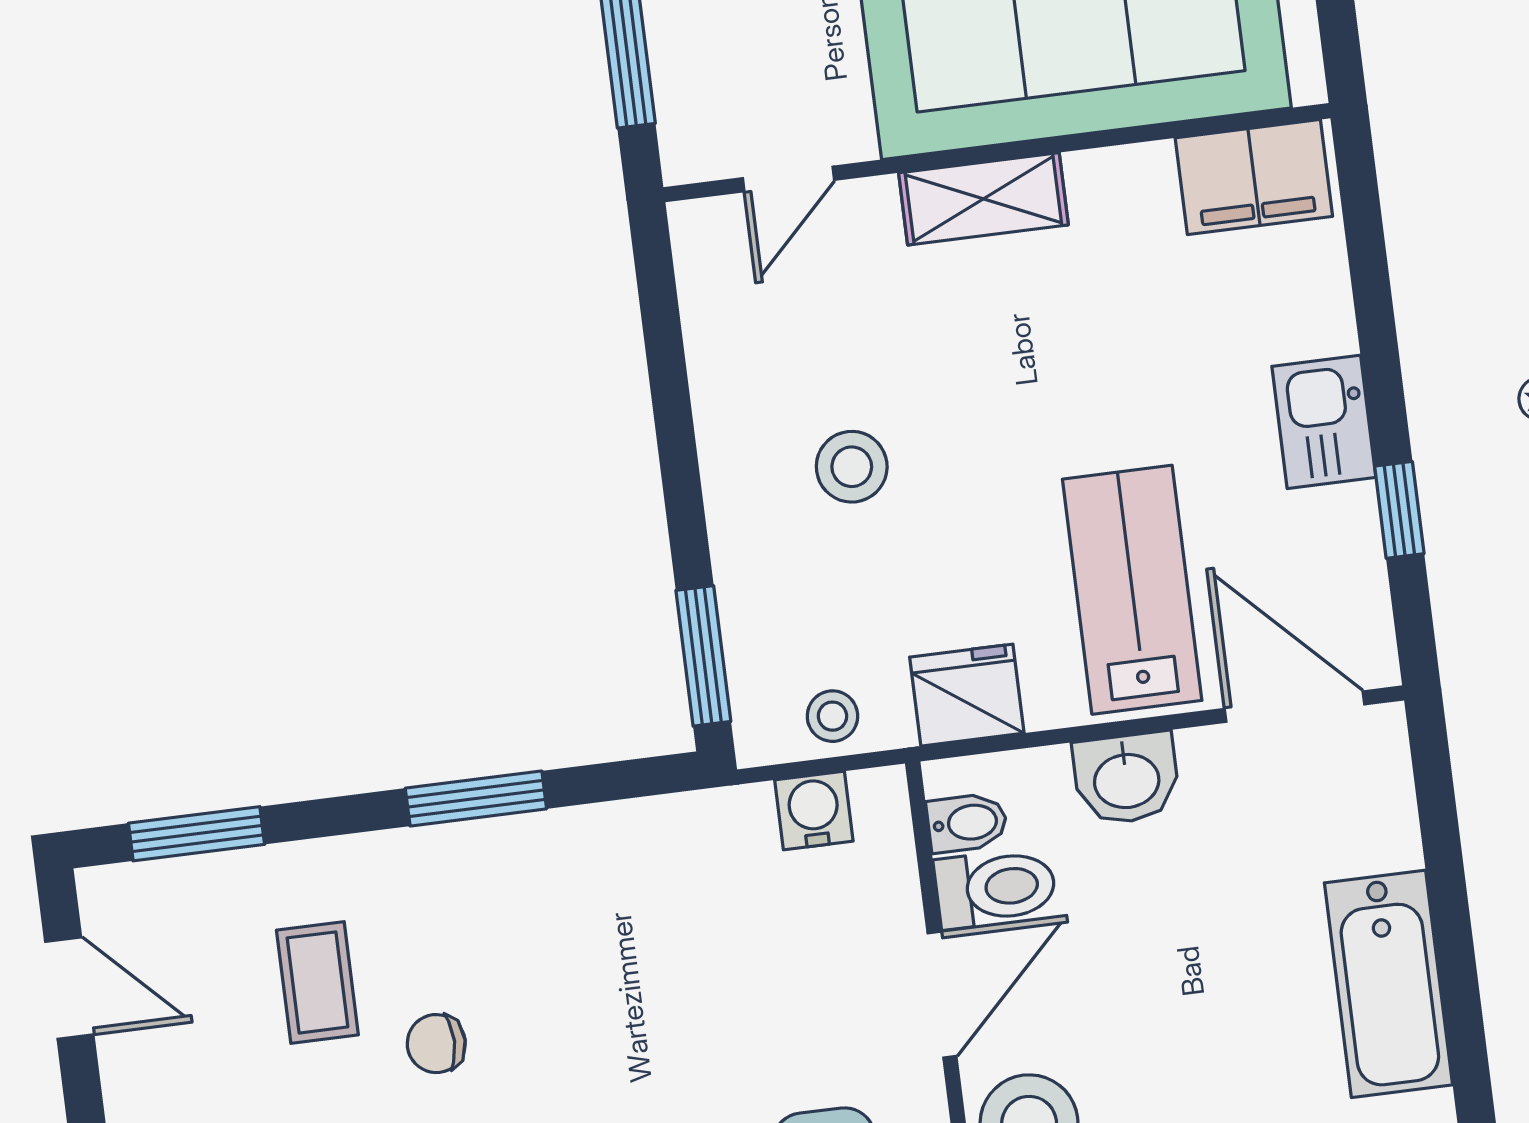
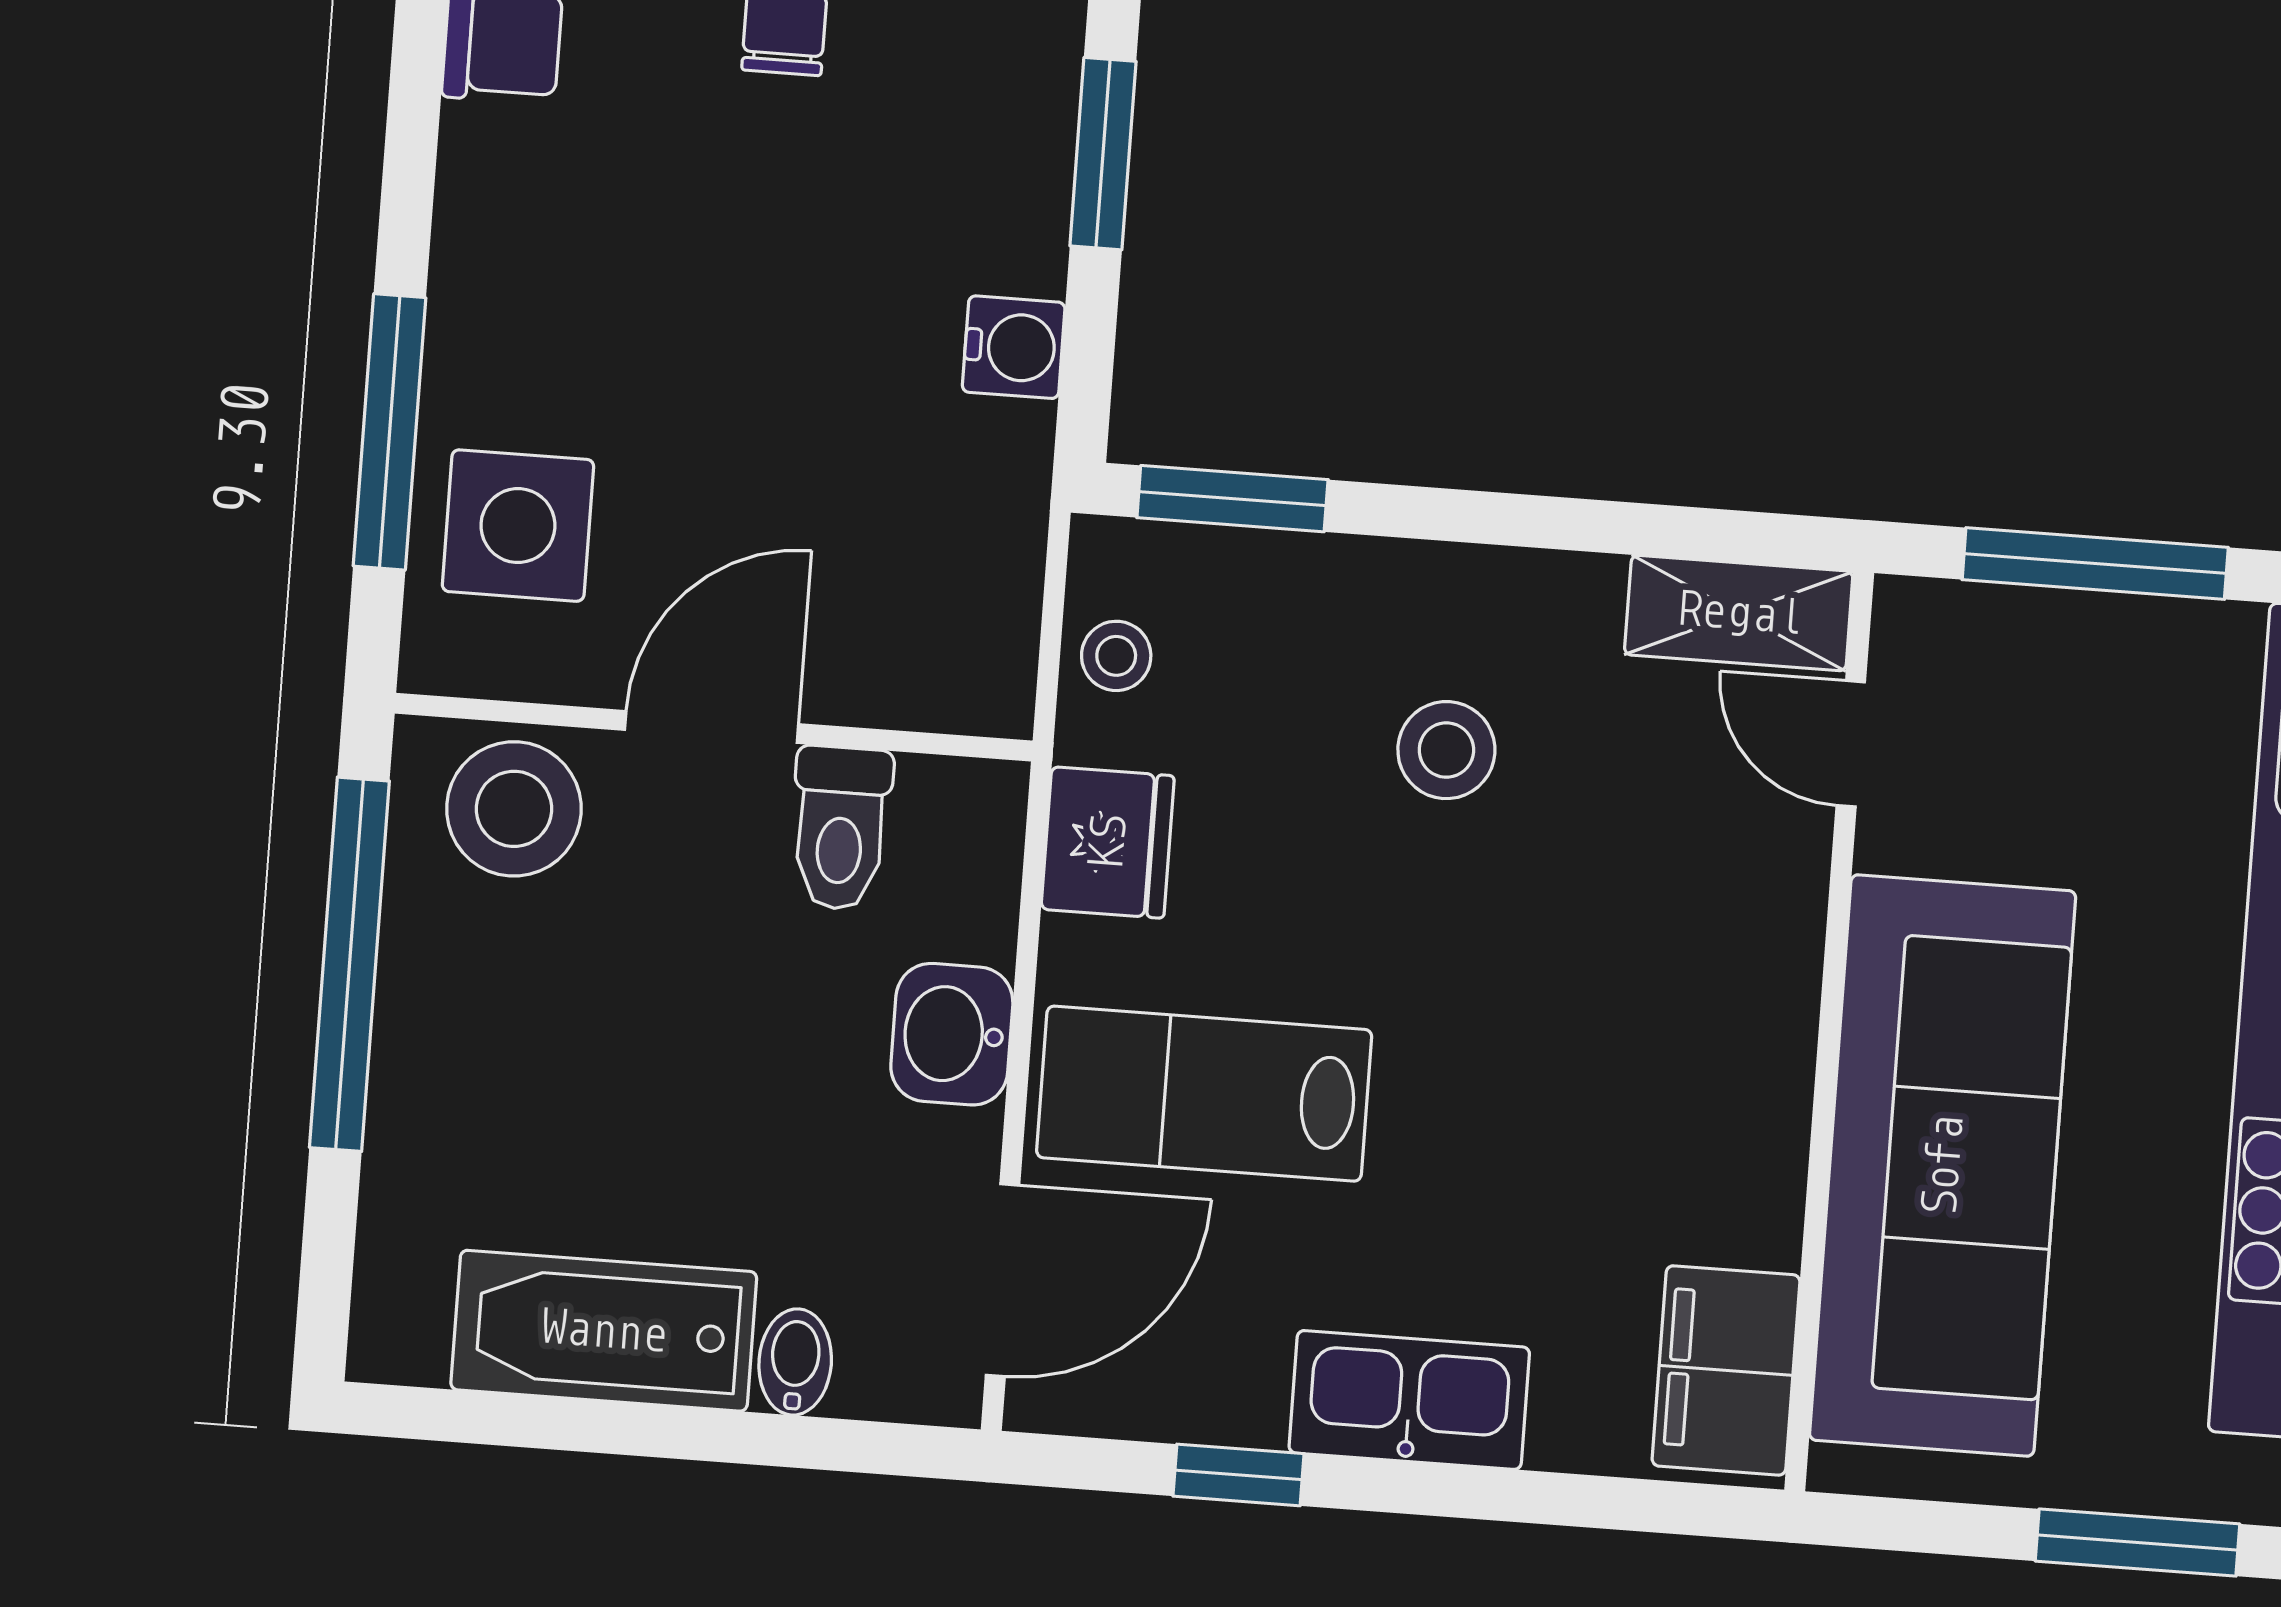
shelving: (983, 199) -> (1739, 613), moved, turned 90
kitchen sink: (1324, 422) -> (1409, 1400), width x1.38
lab bench: (1132, 590) -> (1204, 1094), turned 180
water cooler: (814, 810) -> (1014, 347), moved
bidet: (967, 823) -> (795, 1362), moved, turned 180
door: (942, 995) -> (712, 727), swing flipped

